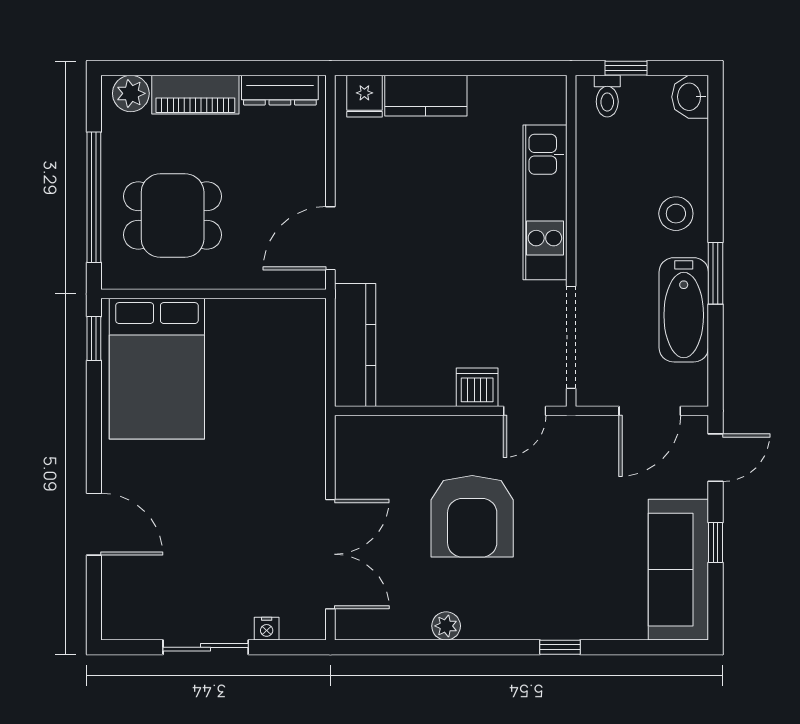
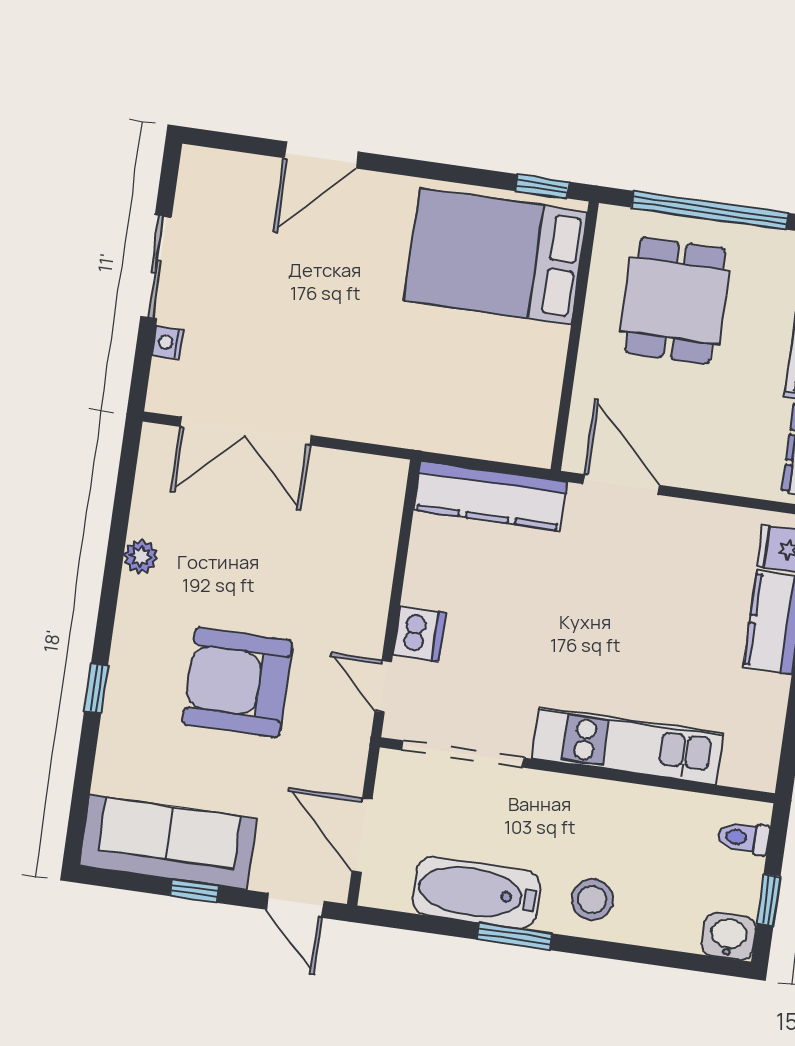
window: (626, 68) -> (768, 900), moved
armchair: (472, 516) -> (237, 682), moved

